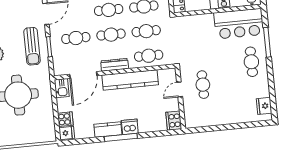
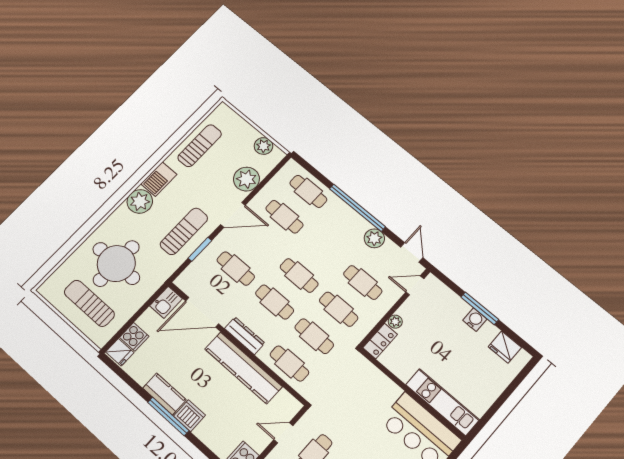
sun lounger: (32, 46) -> (184, 231), turned 180
sun lounger: (27, 126) -> (89, 303), added

